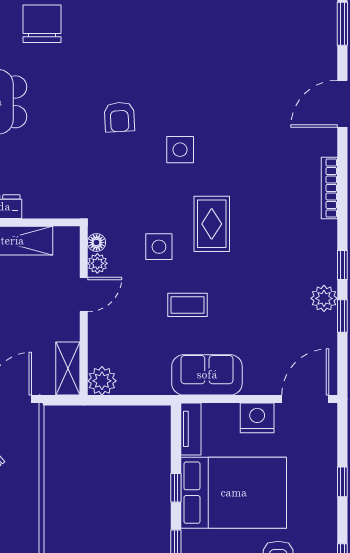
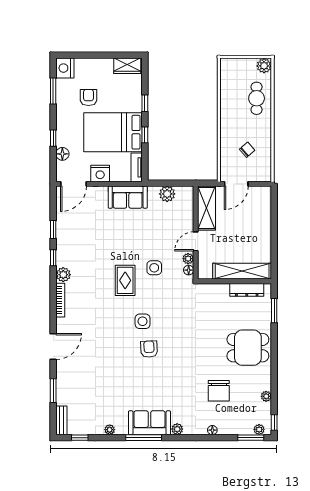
armchair: (119, 117) -> (149, 349), moved
plant: (324, 298) -> (63, 275), moved
coffee table: (187, 305) -> (138, 236), removed
shelving: (68, 368) -> (207, 208), width x1.50, depth x1.33
plant: (102, 381) -> (167, 194), moved
floor lamp: (325, 453) -> (62, 154), added

